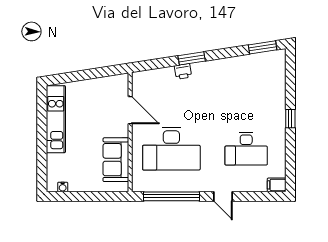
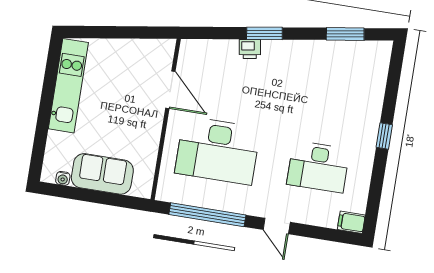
window: (263, 47) -> (345, 34), moved
sofa: (116, 160) -> (102, 174), moved, turned 90

